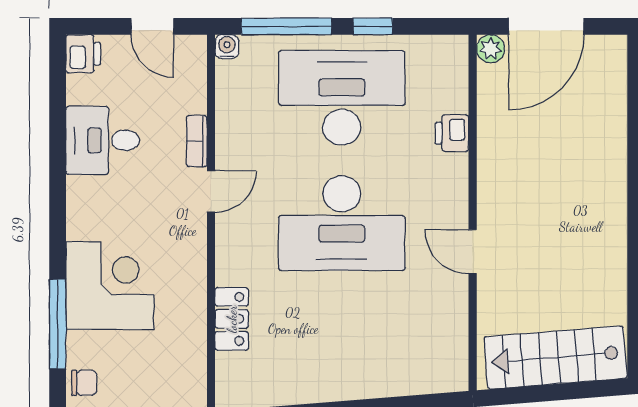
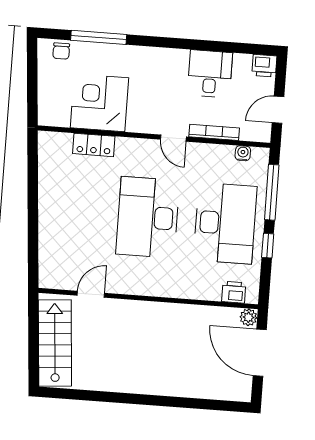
water cooler: (227, 47) -> (243, 153), moved, turned -90
printer: (452, 133) -> (234, 292), moved
bookcase: (197, 141) -> (214, 132), width x1.56
door: (473, 252) -> (91, 294), moved
corner desk: (110, 286) -> (100, 103), moved, turned 180

